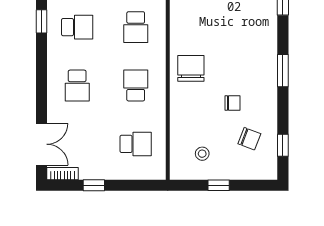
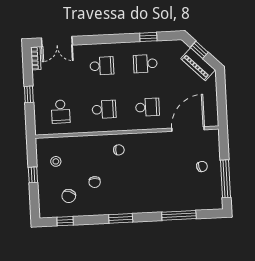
school desk: (77, 27) -> (145, 64), turned 90
school desk: (136, 27) -> (147, 107), turned 180
chair: (191, 68) -> (119, 150), width x0.54, depth x0.54
school desk: (77, 86) -> (102, 66), turned 180
window: (94, 185) -> (29, 94), moved

